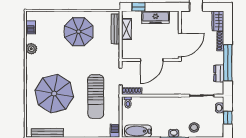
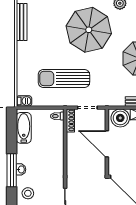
boiler: (130, 48) -> (120, 118), added
parasol: (54, 94) -> (89, 30), moved

